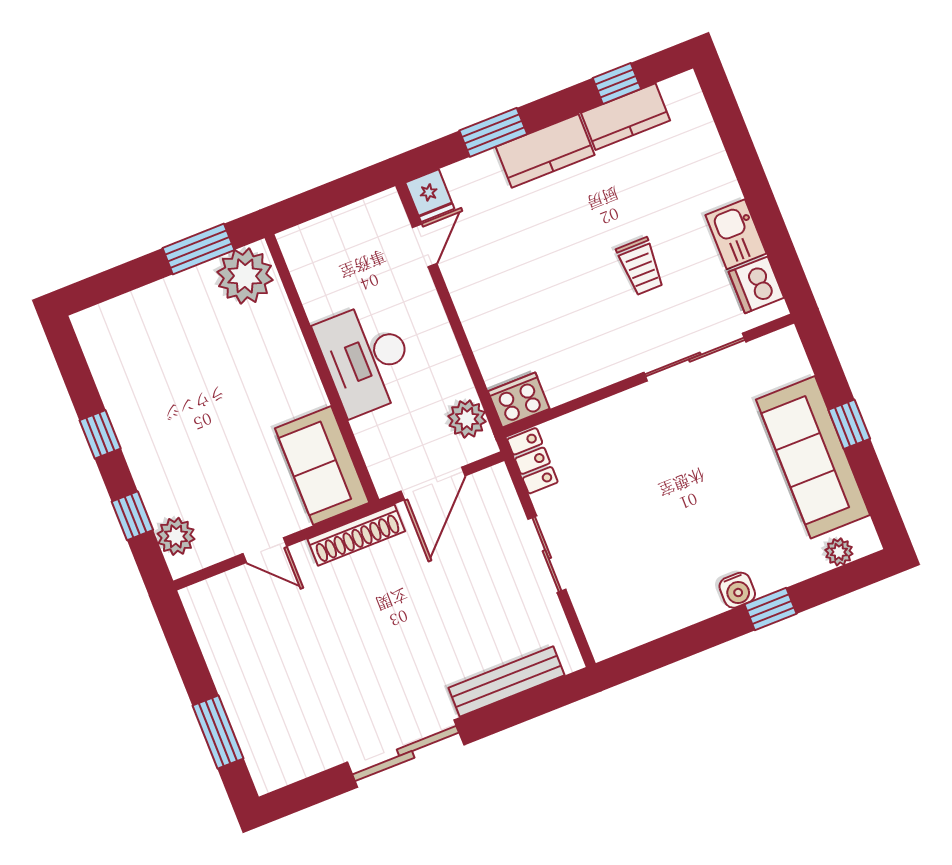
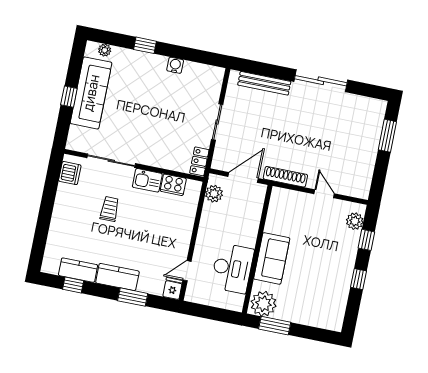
kitchen sink: (736, 234) -> (147, 180), moved, turned 90
desk: (366, 358) -> (232, 268), moved
cooker: (519, 400) -> (173, 185), moved
sofa: (322, 465) -> (272, 258), moved
water cooler: (737, 590) -> (175, 65), moved

